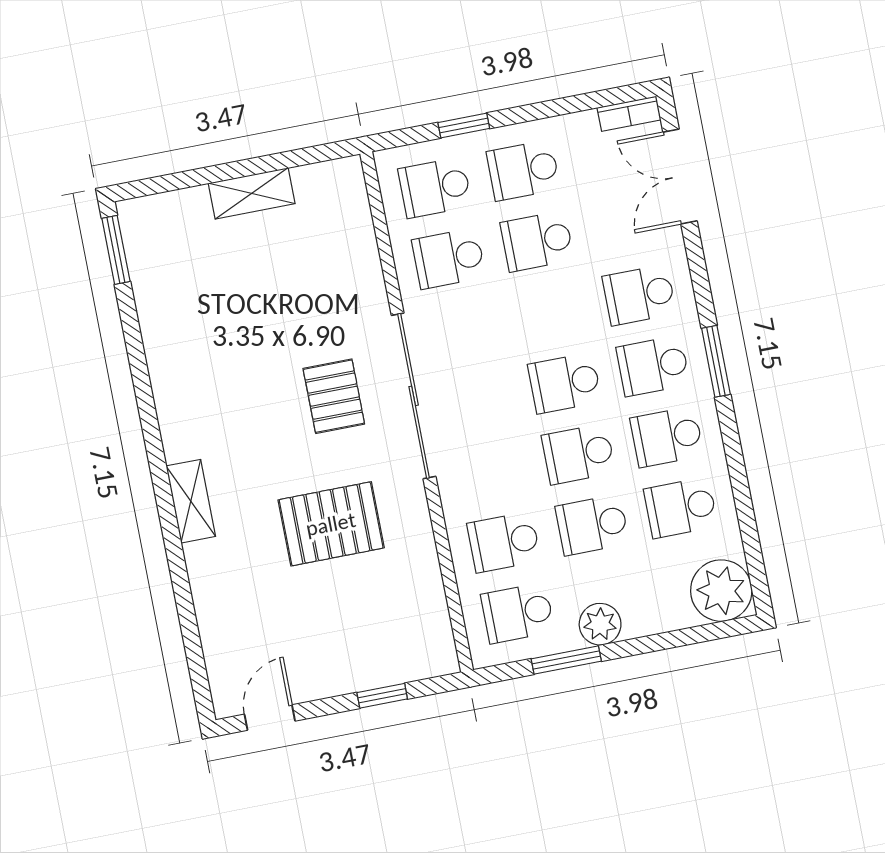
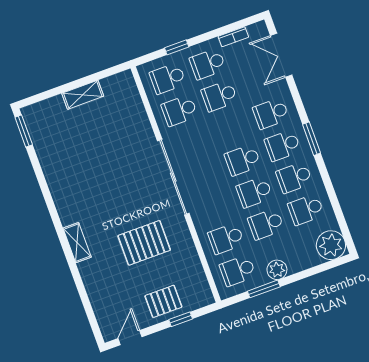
bookcase: (629, 114) -> (233, 37), moved
pallet: (334, 396) -> (163, 301), moved, turned 90

